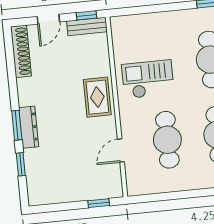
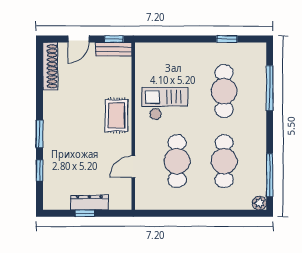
dresser: (29, 127) -> (89, 203), moved, turned -90
window: (99, 203) -> (85, 213), moved

